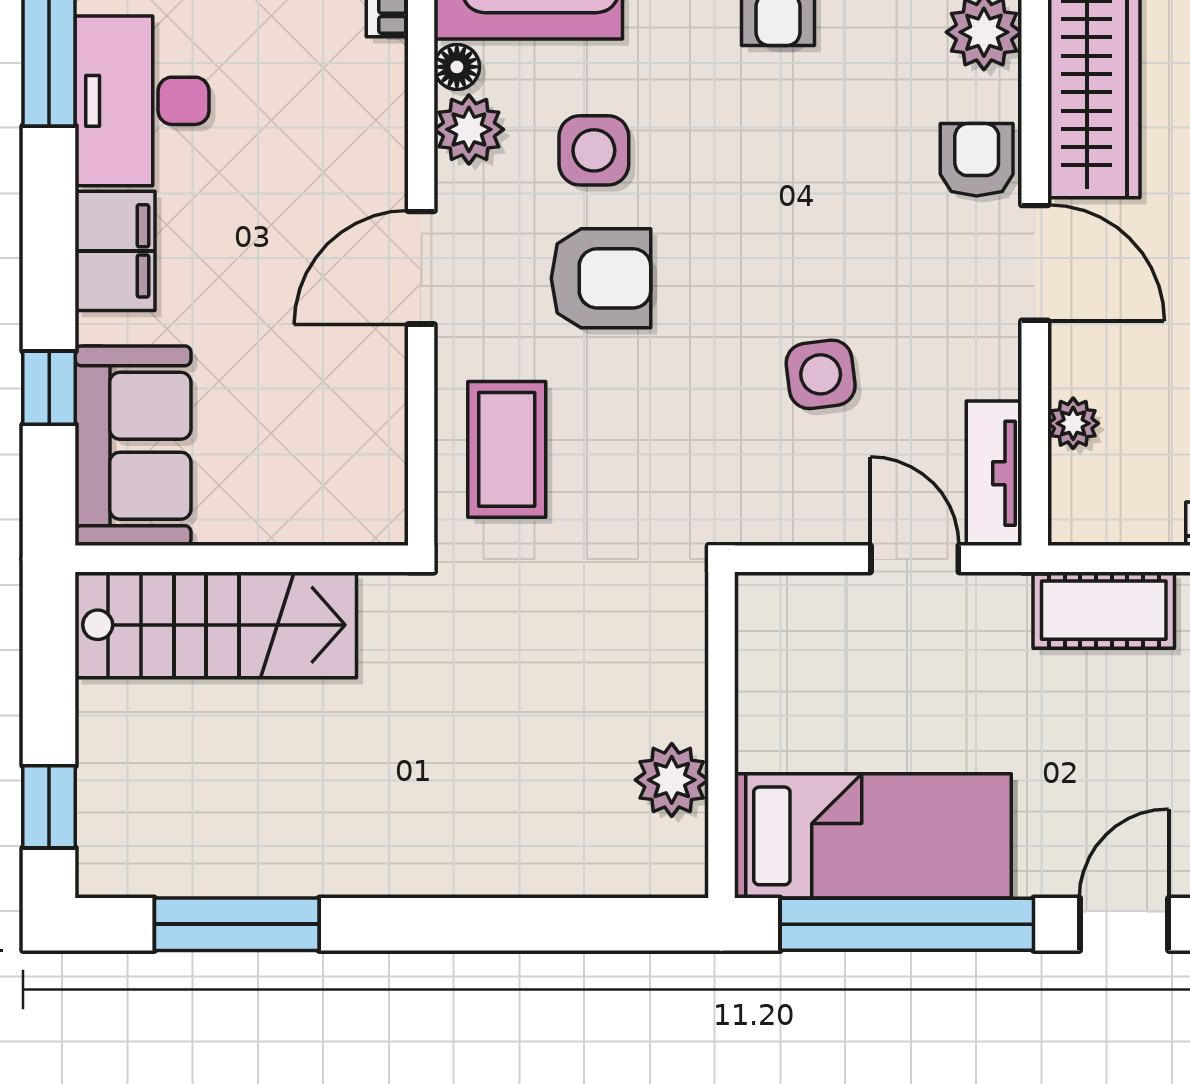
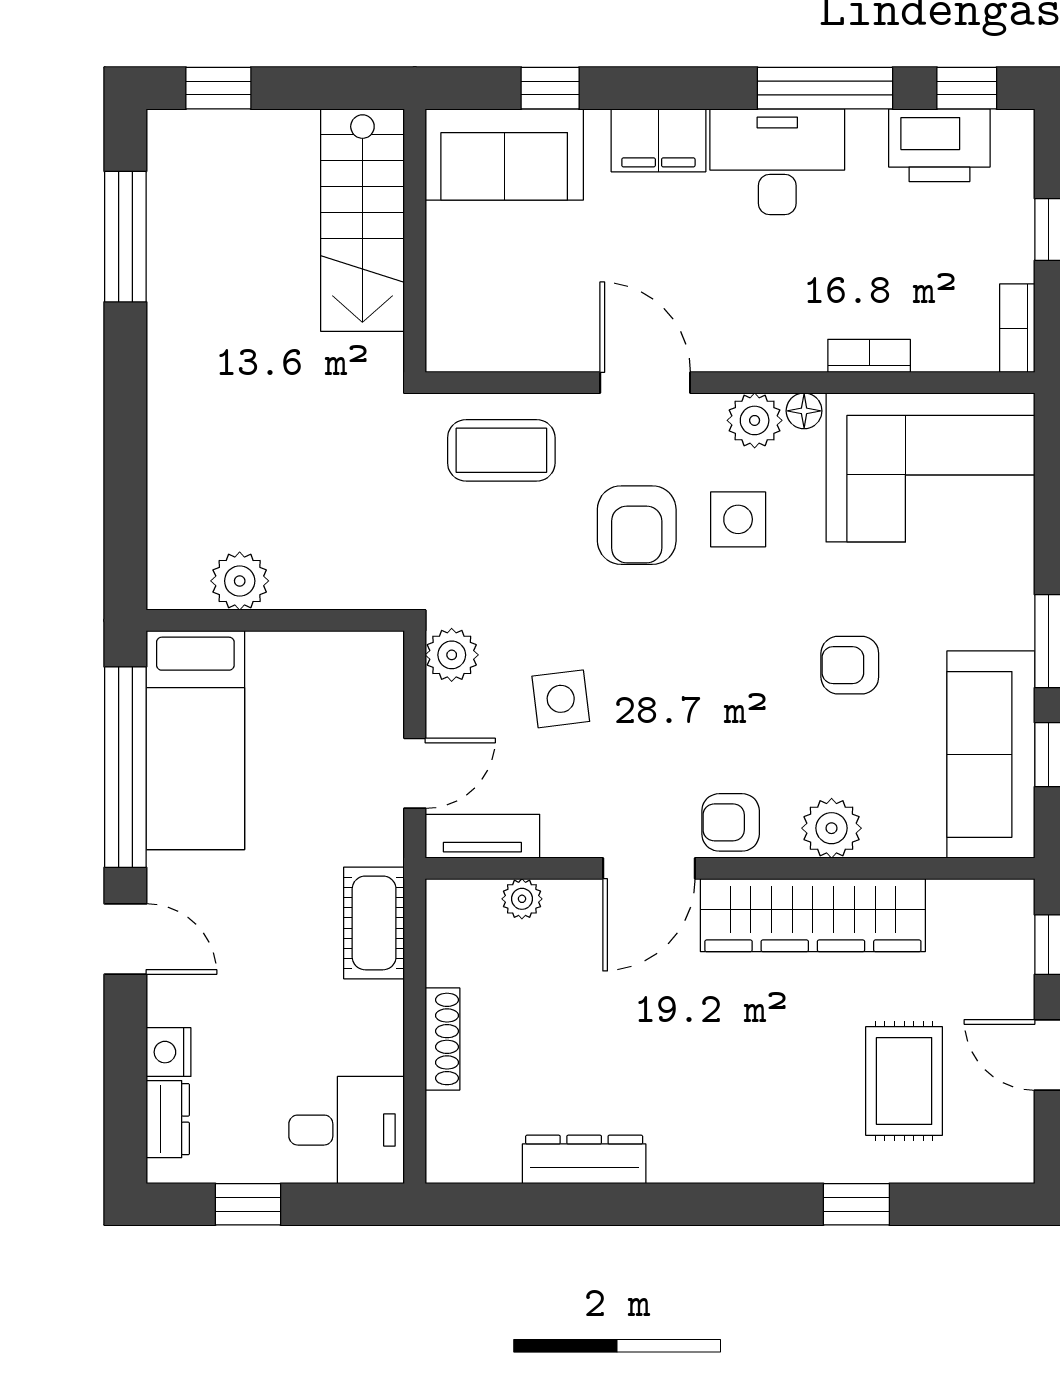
armchair: (977, 160) -> (731, 822), turned 180
plant: (765, 512) -> (452, 655), added

